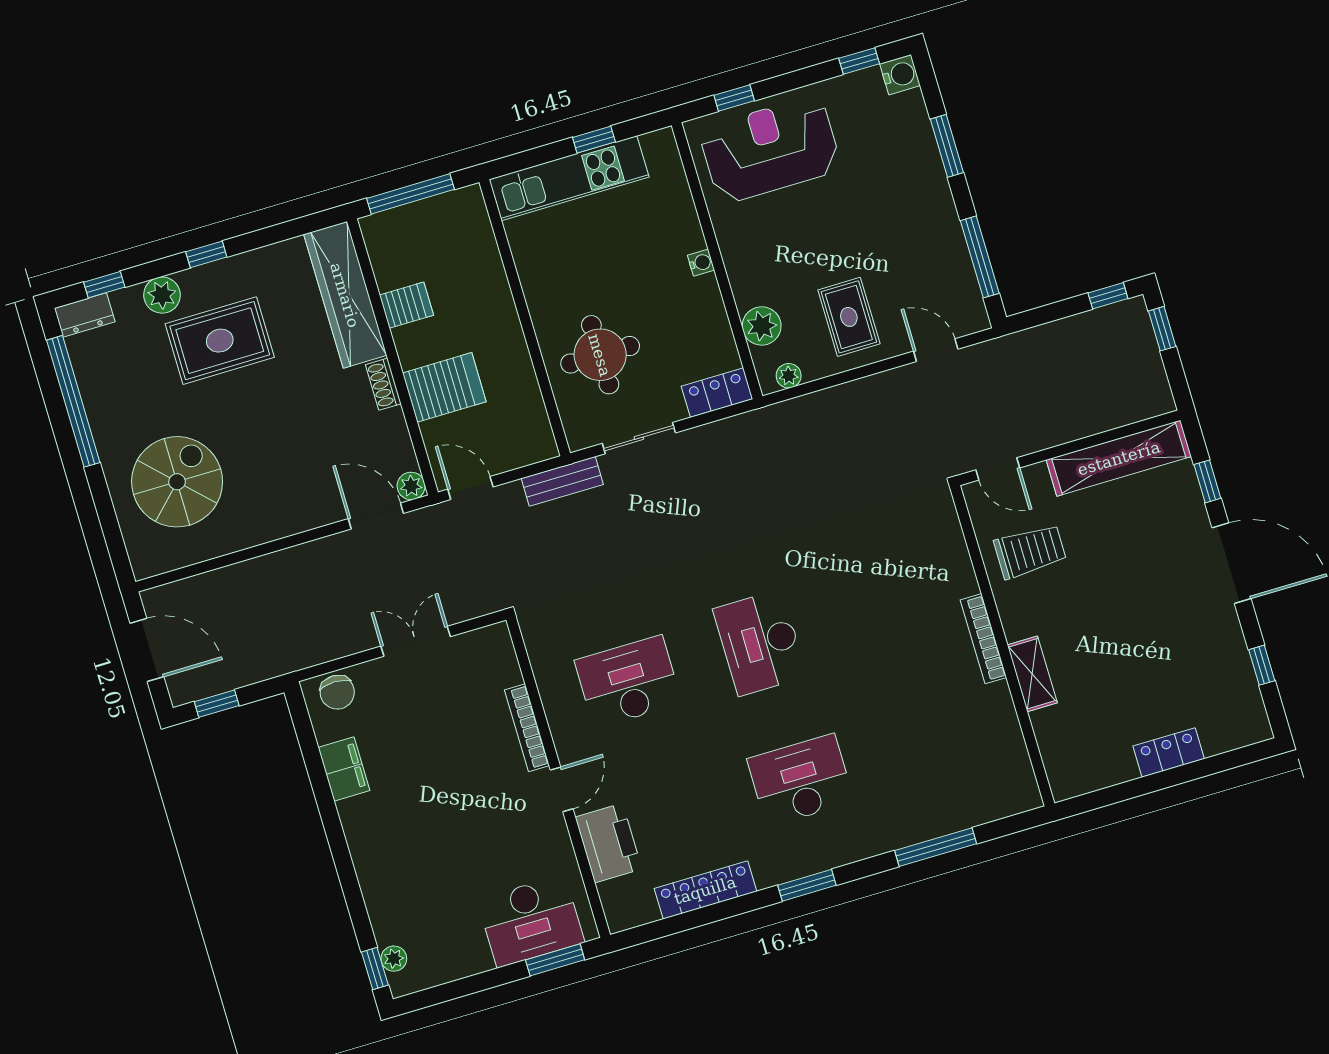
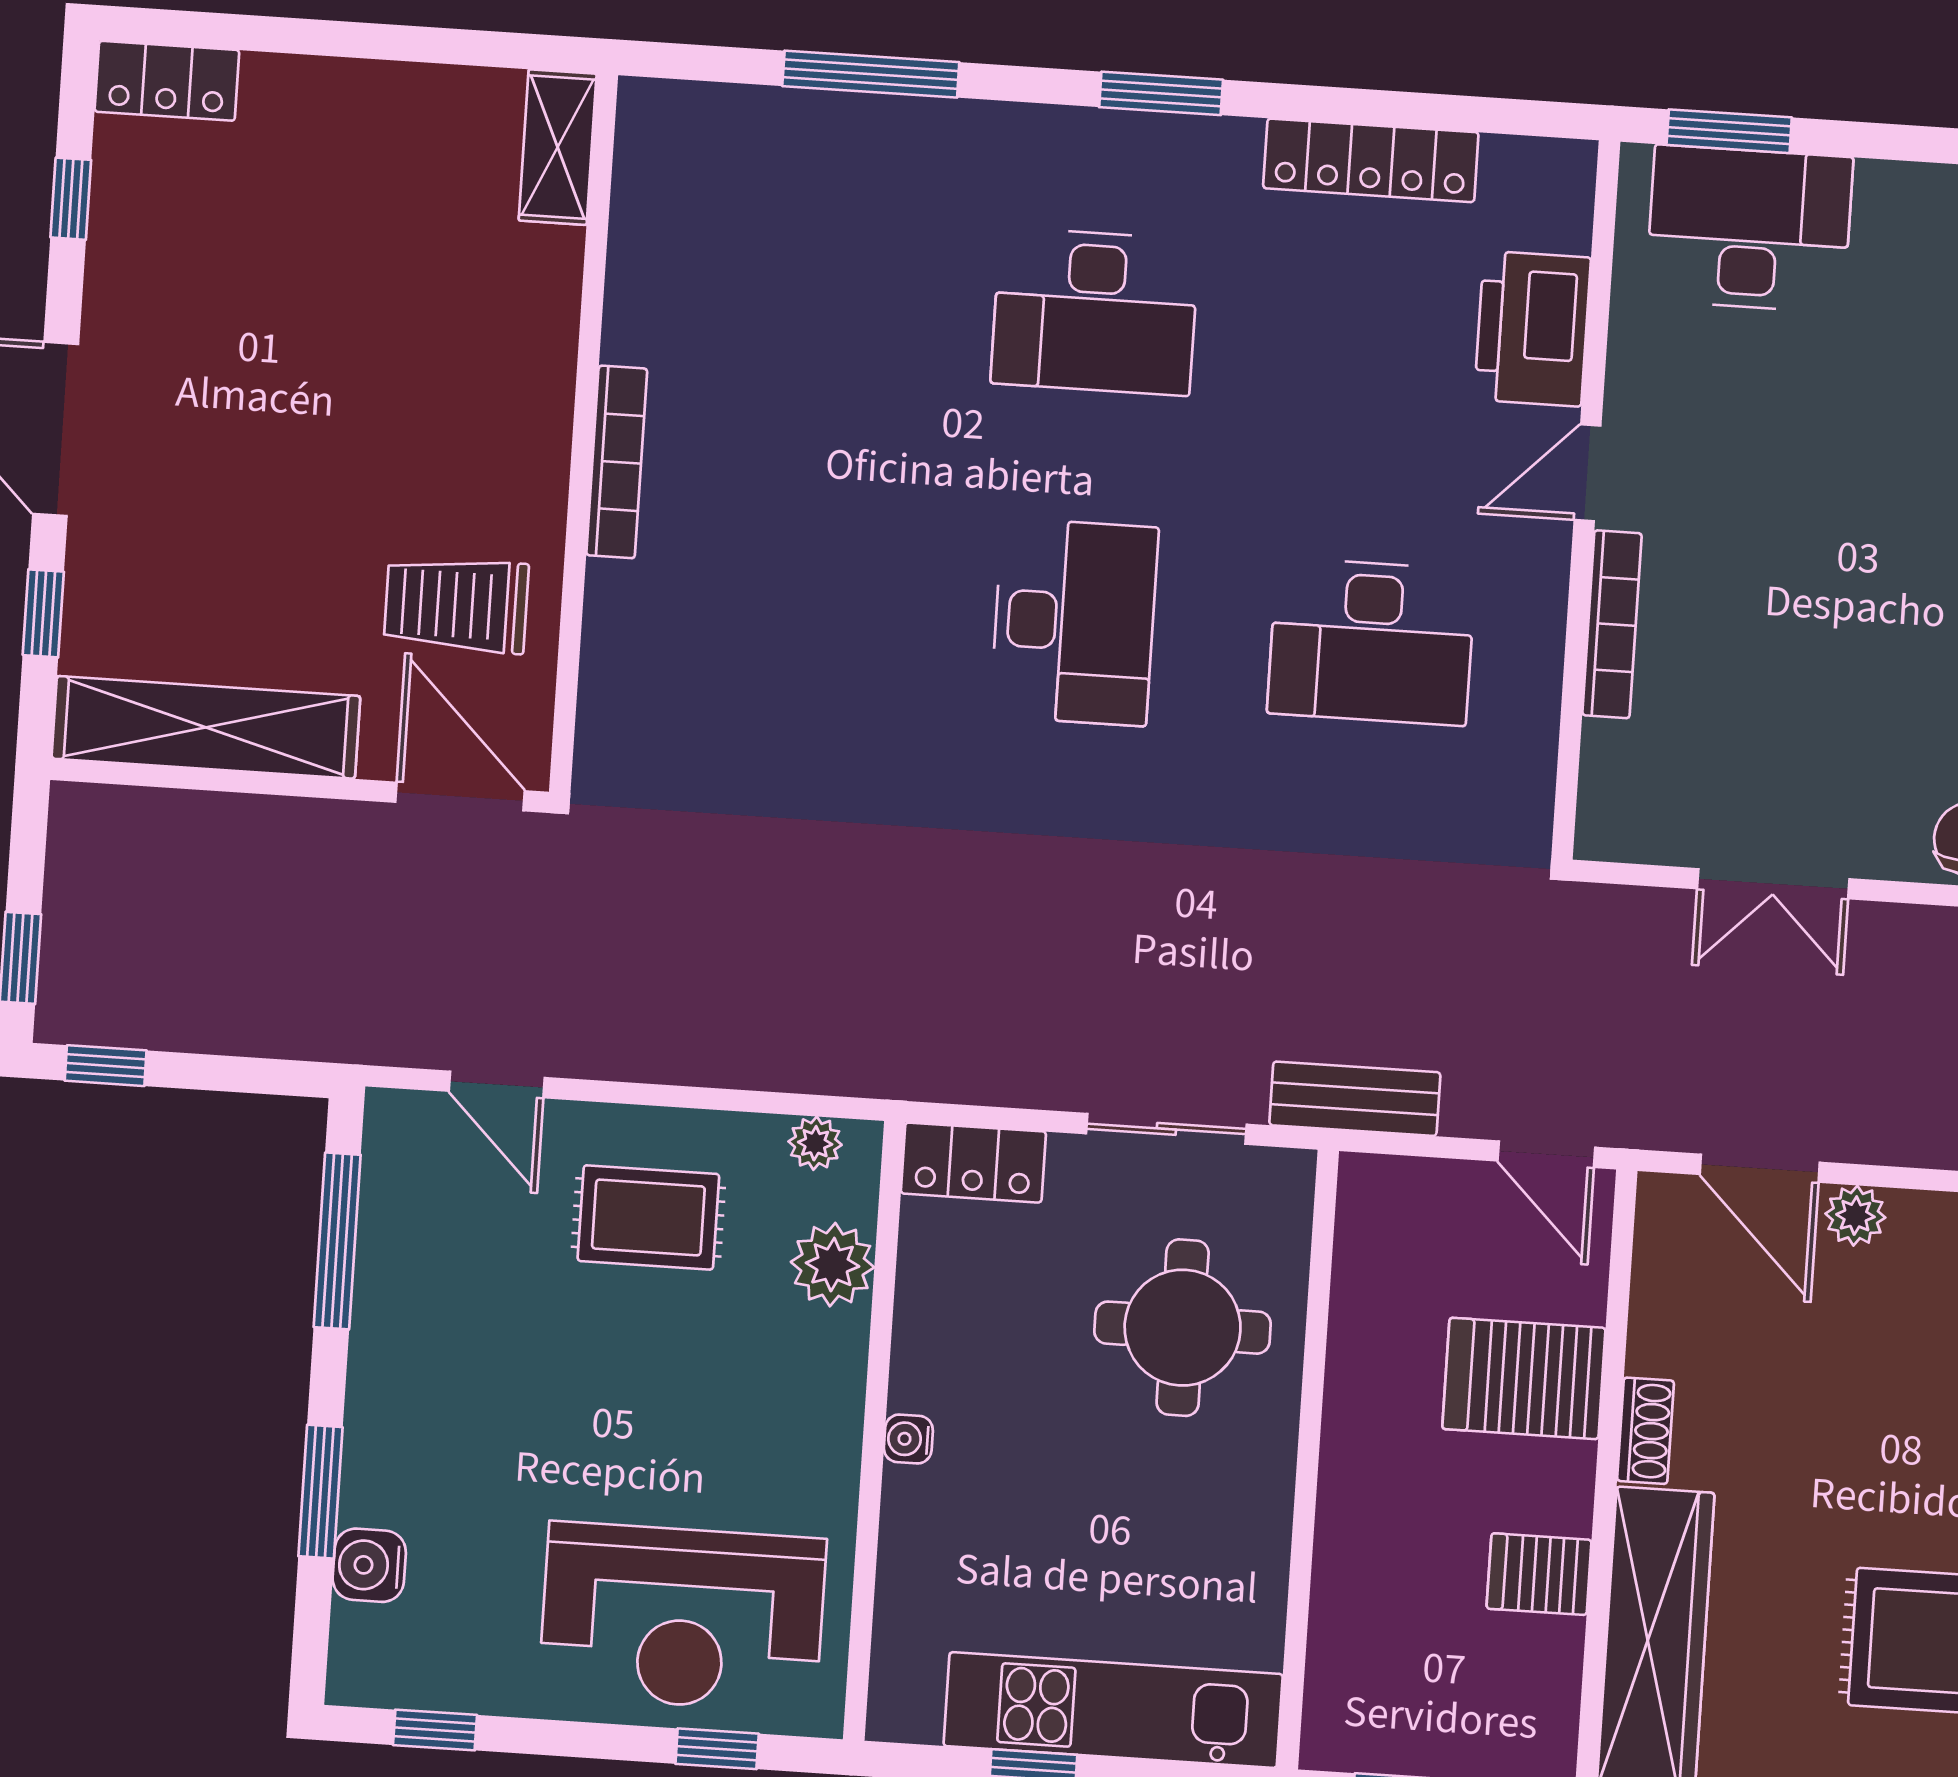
water cooler: (900, 75) -> (369, 1565), moved
rug: (849, 317) -> (648, 1217), turned 90
door: (998, 469) -> (460, 796), width x1.38
plant: (411, 486) -> (1855, 1216), moved
shelving: (1032, 674) -> (558, 147), moved
locker: (1169, 752) -> (167, 81), moved

